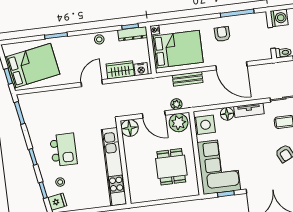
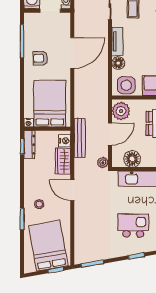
stool: (99, 39) -> (39, 204), moved
bench: (188, 79) -> (80, 138), moved, width x1.36
plant: (176, 104) -> (103, 163), moved
floor lamp: (130, 128) -> (132, 159), moved

